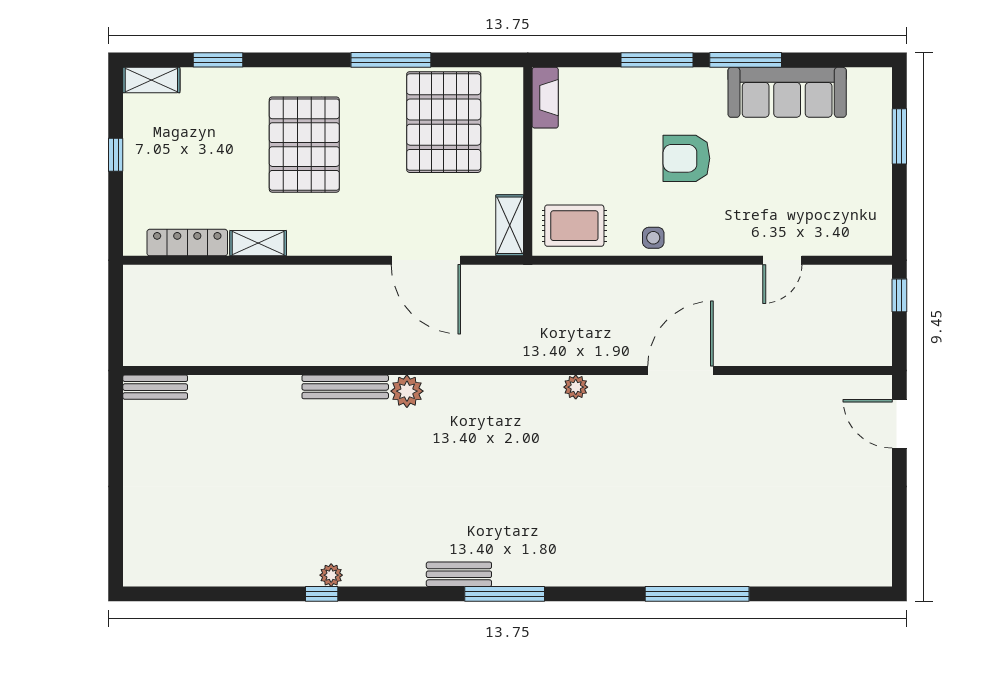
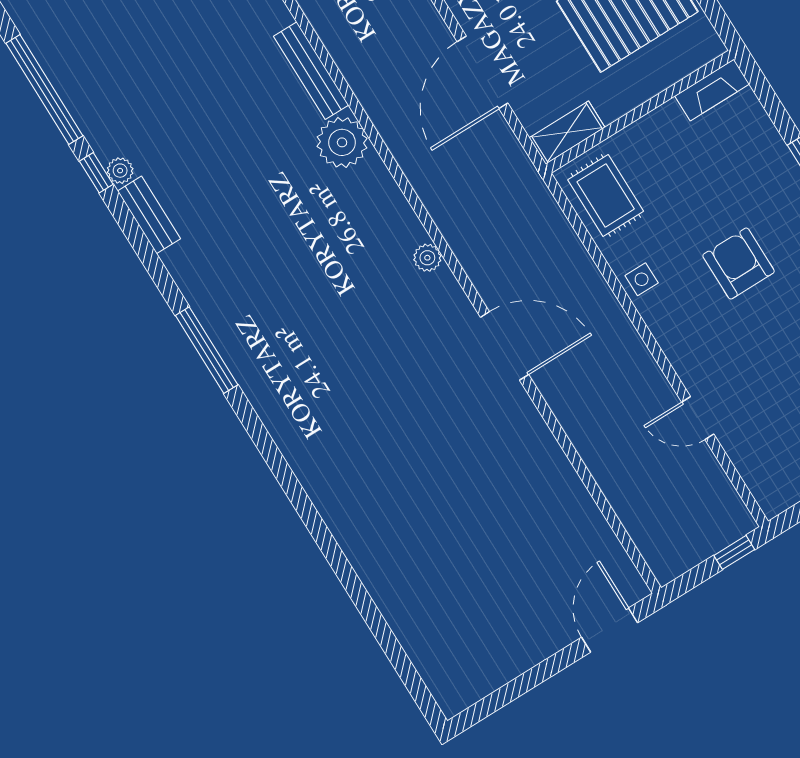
door: (681, 370) -> (504, 346), moved
plant: (576, 387) -> (427, 258), moved
plant: (407, 391) -> (342, 142), width x1.36, depth x1.36
bench: (459, 574) -> (149, 215), moved
window: (697, 594) -> (44, 90), moved

